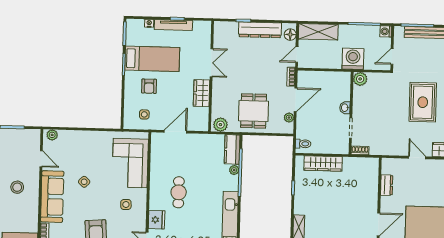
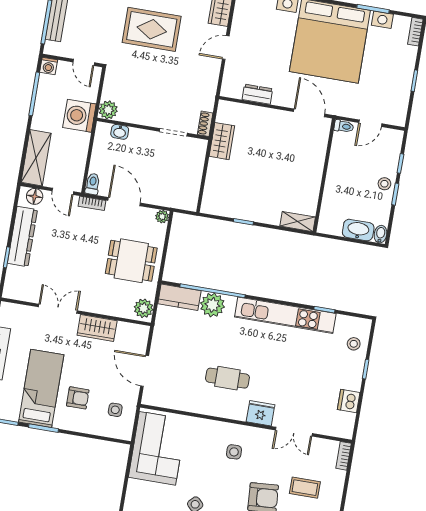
washbasin: (345, 108) -> (120, 132), moved
plant: (289, 118) -> (162, 217), moved
toilet: (303, 144) -> (93, 184), moved
corner sofa: (130, 163) -> (157, 448), moved, turned -90
wardrobe: (323, 163) -> (222, 141), moved, width x0.67
plant: (234, 170) -> (212, 305), width x1.87, depth x1.87

